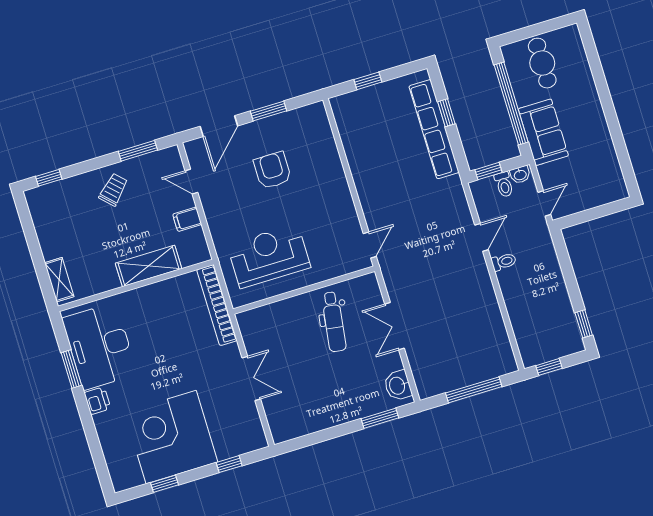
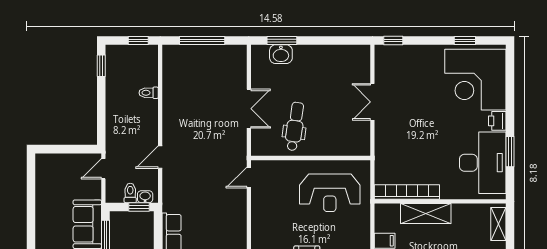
washbasin: (520, 175) -> (145, 197), moved
toilet: (504, 262) -> (149, 93), moved
bookcase: (217, 305) -> (407, 192), moved, turned -90
washbasin: (398, 386) -> (281, 54), moved, turned 90
corner desk: (171, 437) -> (475, 80), moved, turned 90
window: (229, 464) -> (393, 41), moved

